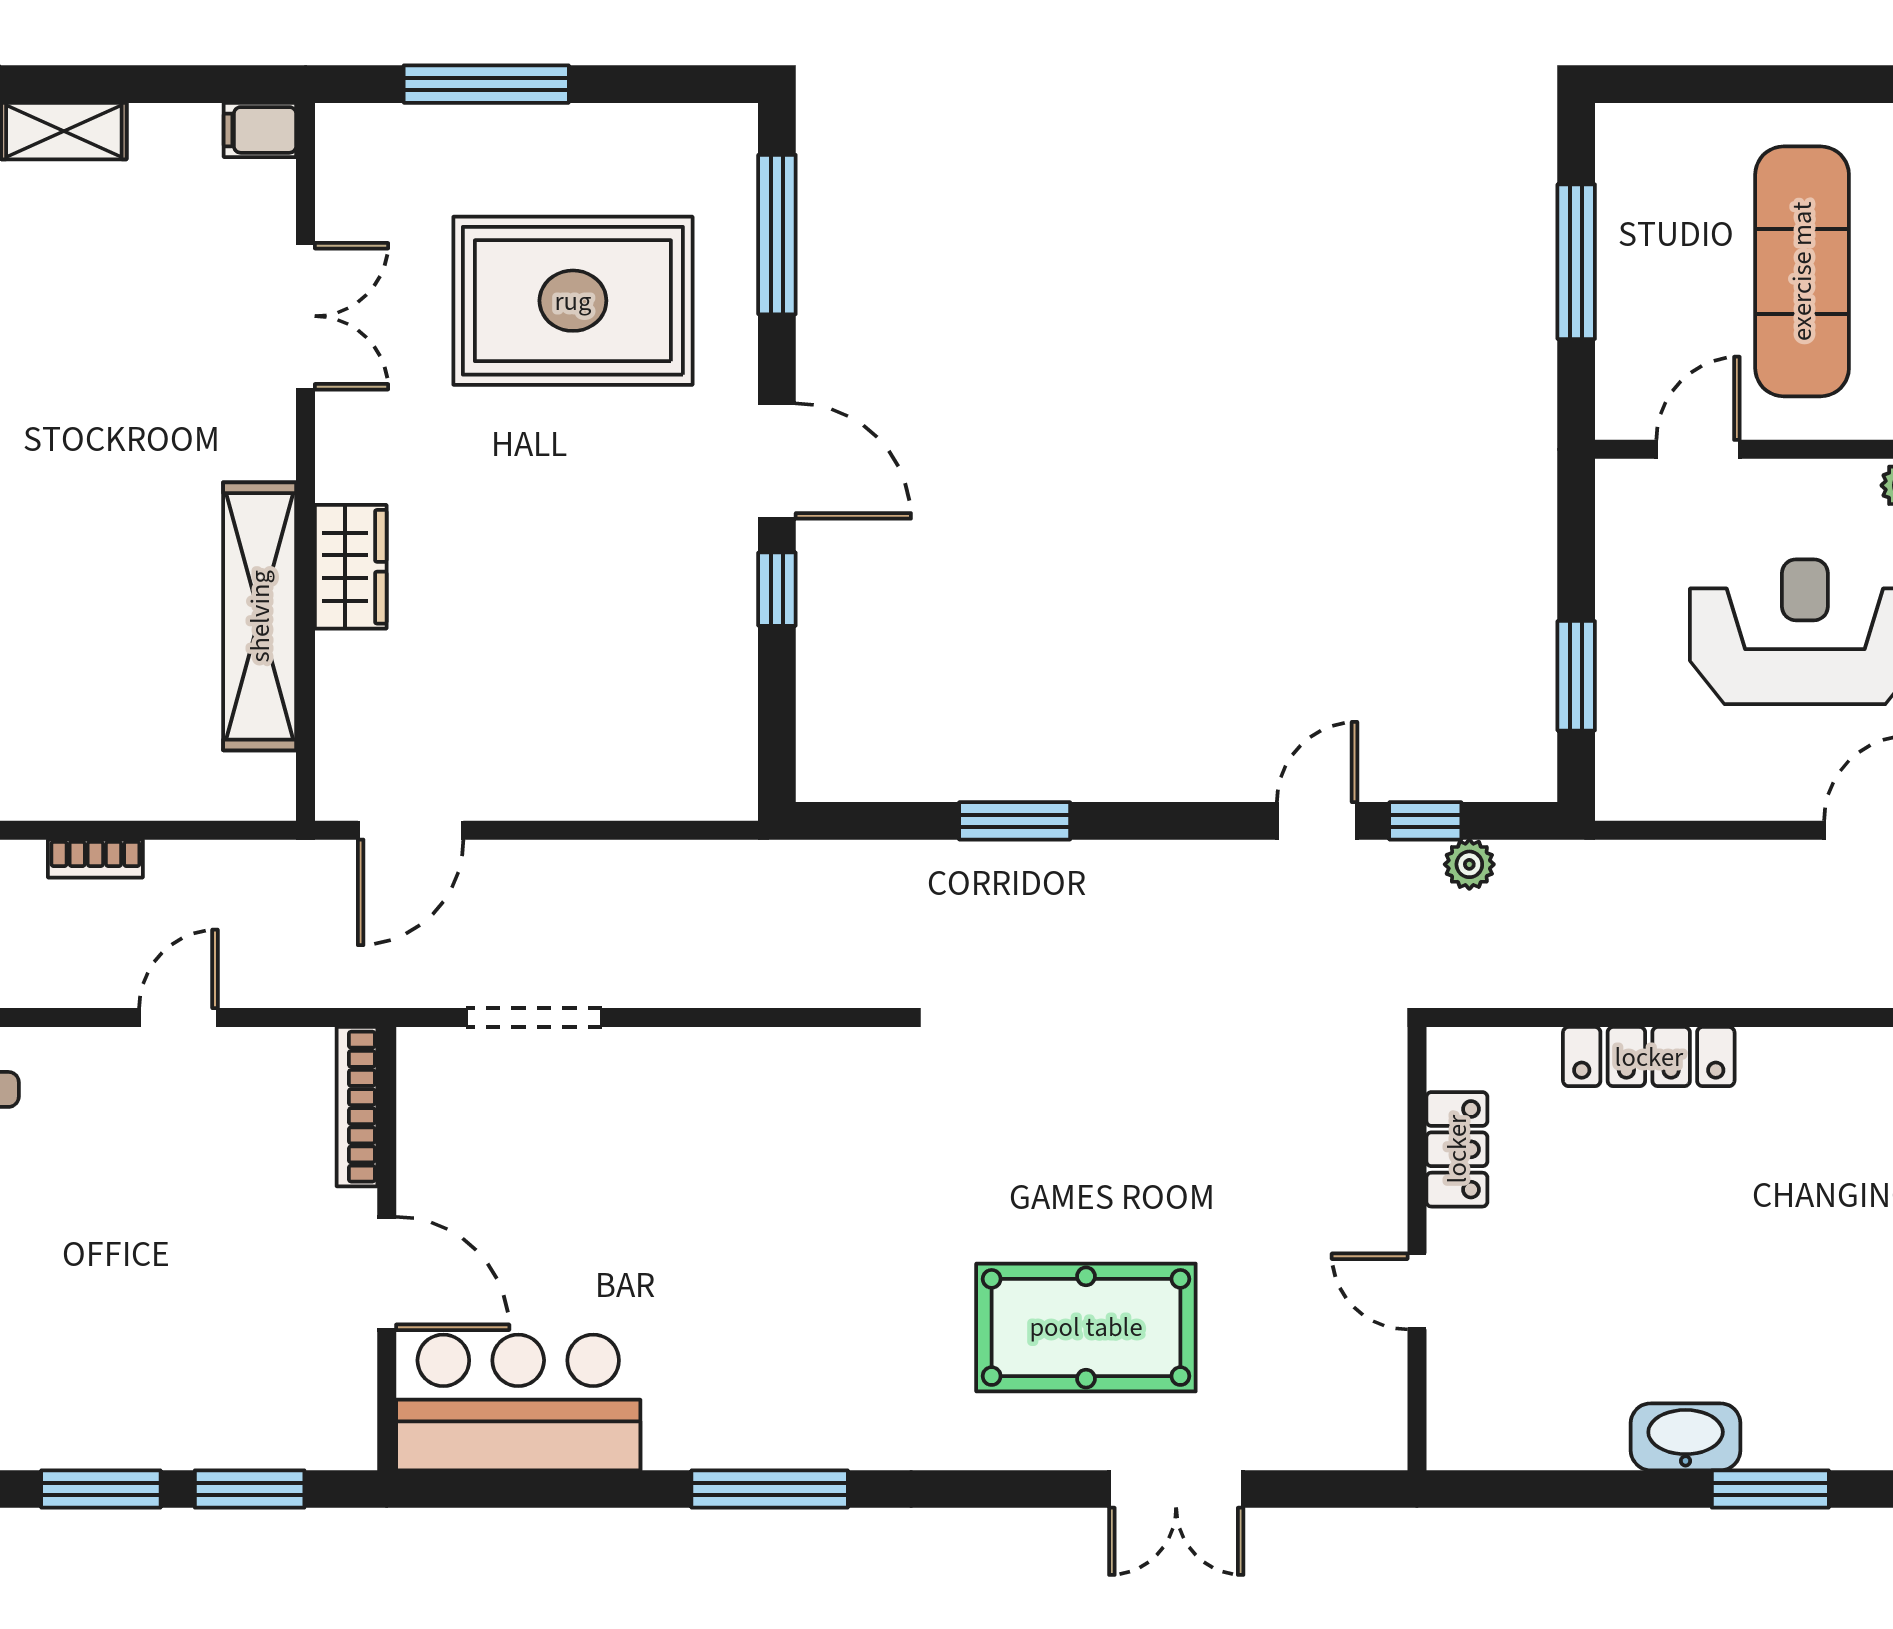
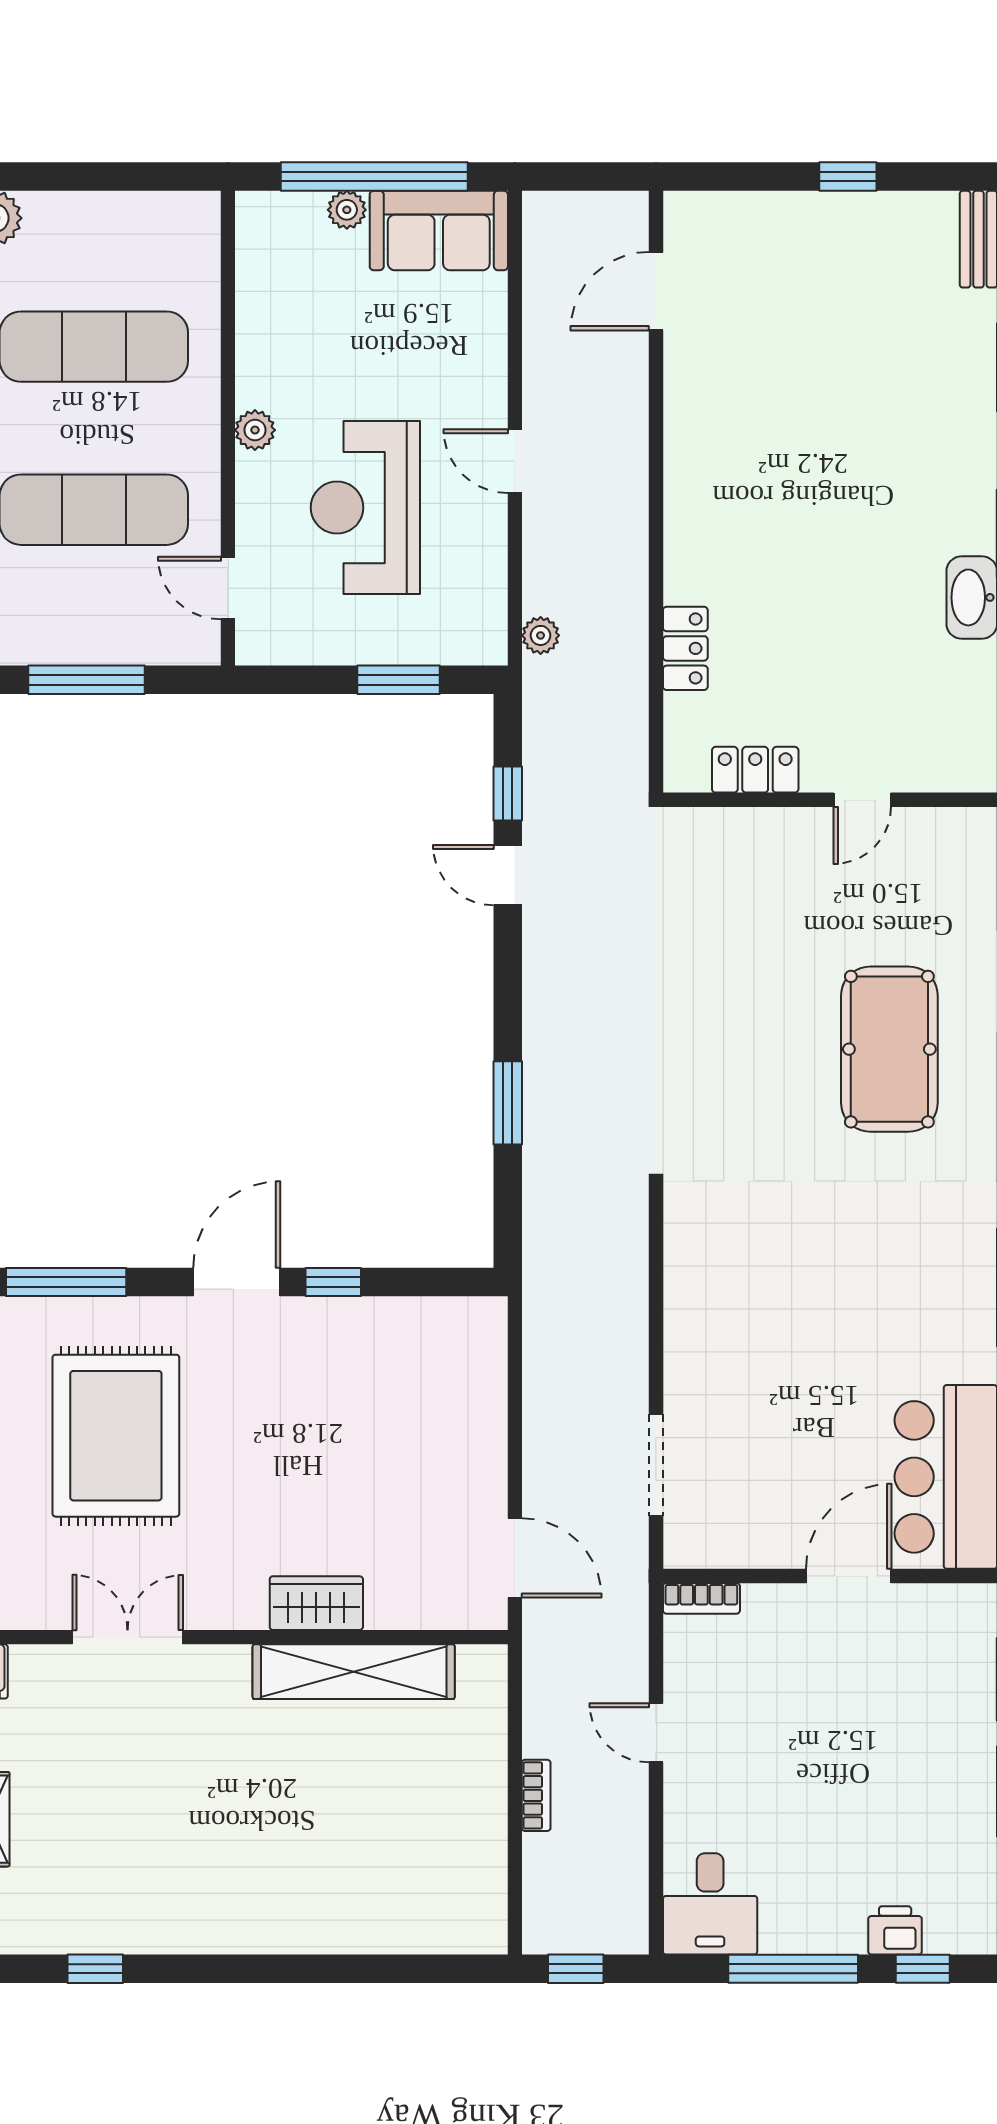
plant: (1469, 864) -> (541, 635), moved
locker: (1649, 1057) -> (685, 648), width x0.66
bookcase: (357, 1107) -> (701, 1598), width x0.64

